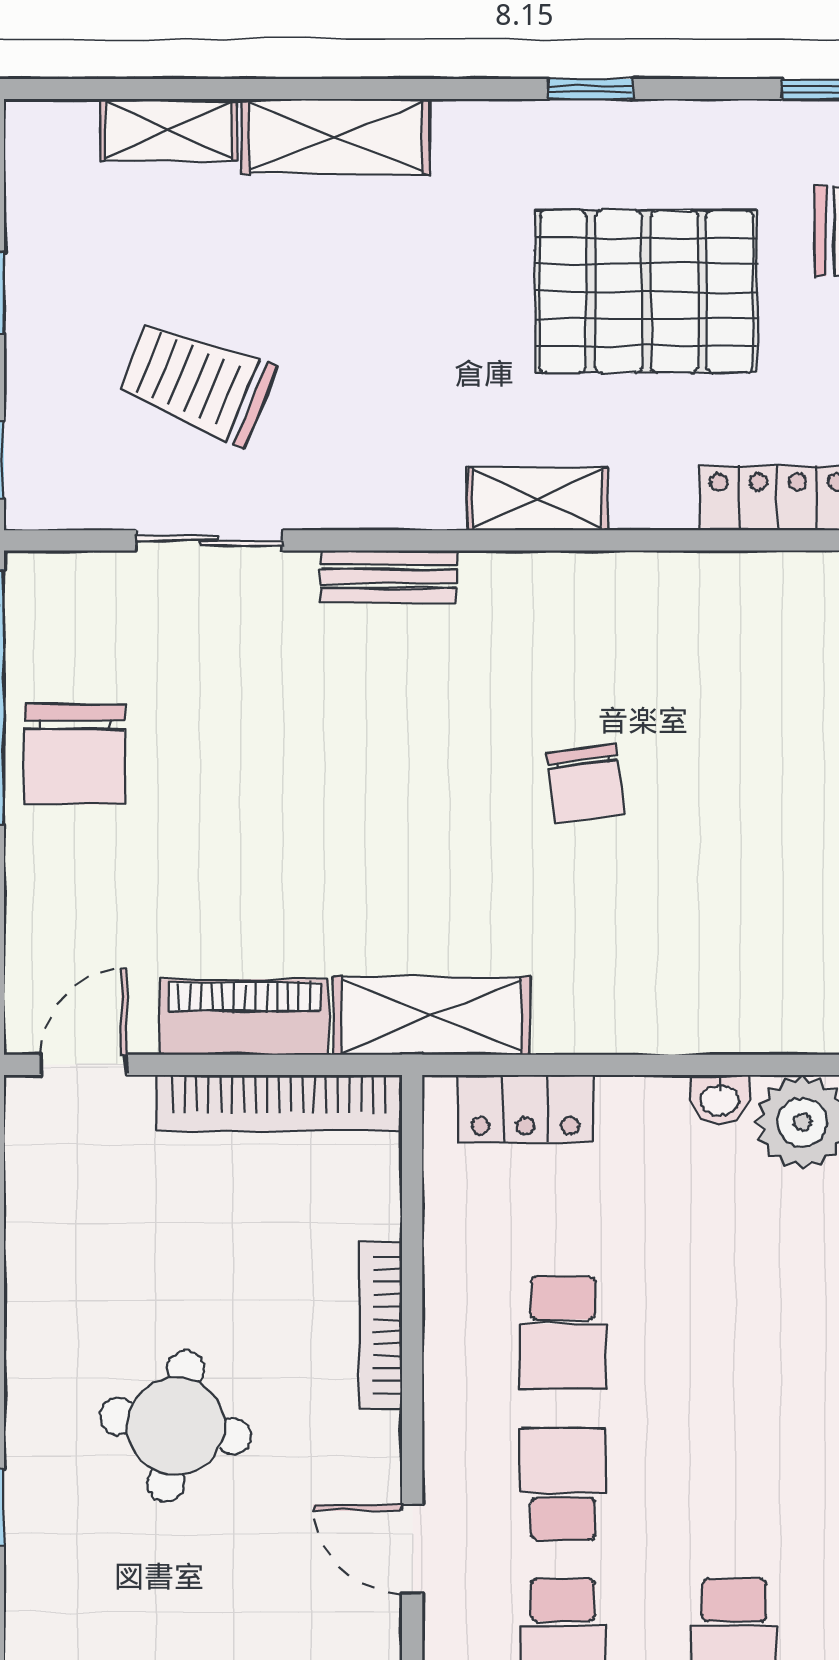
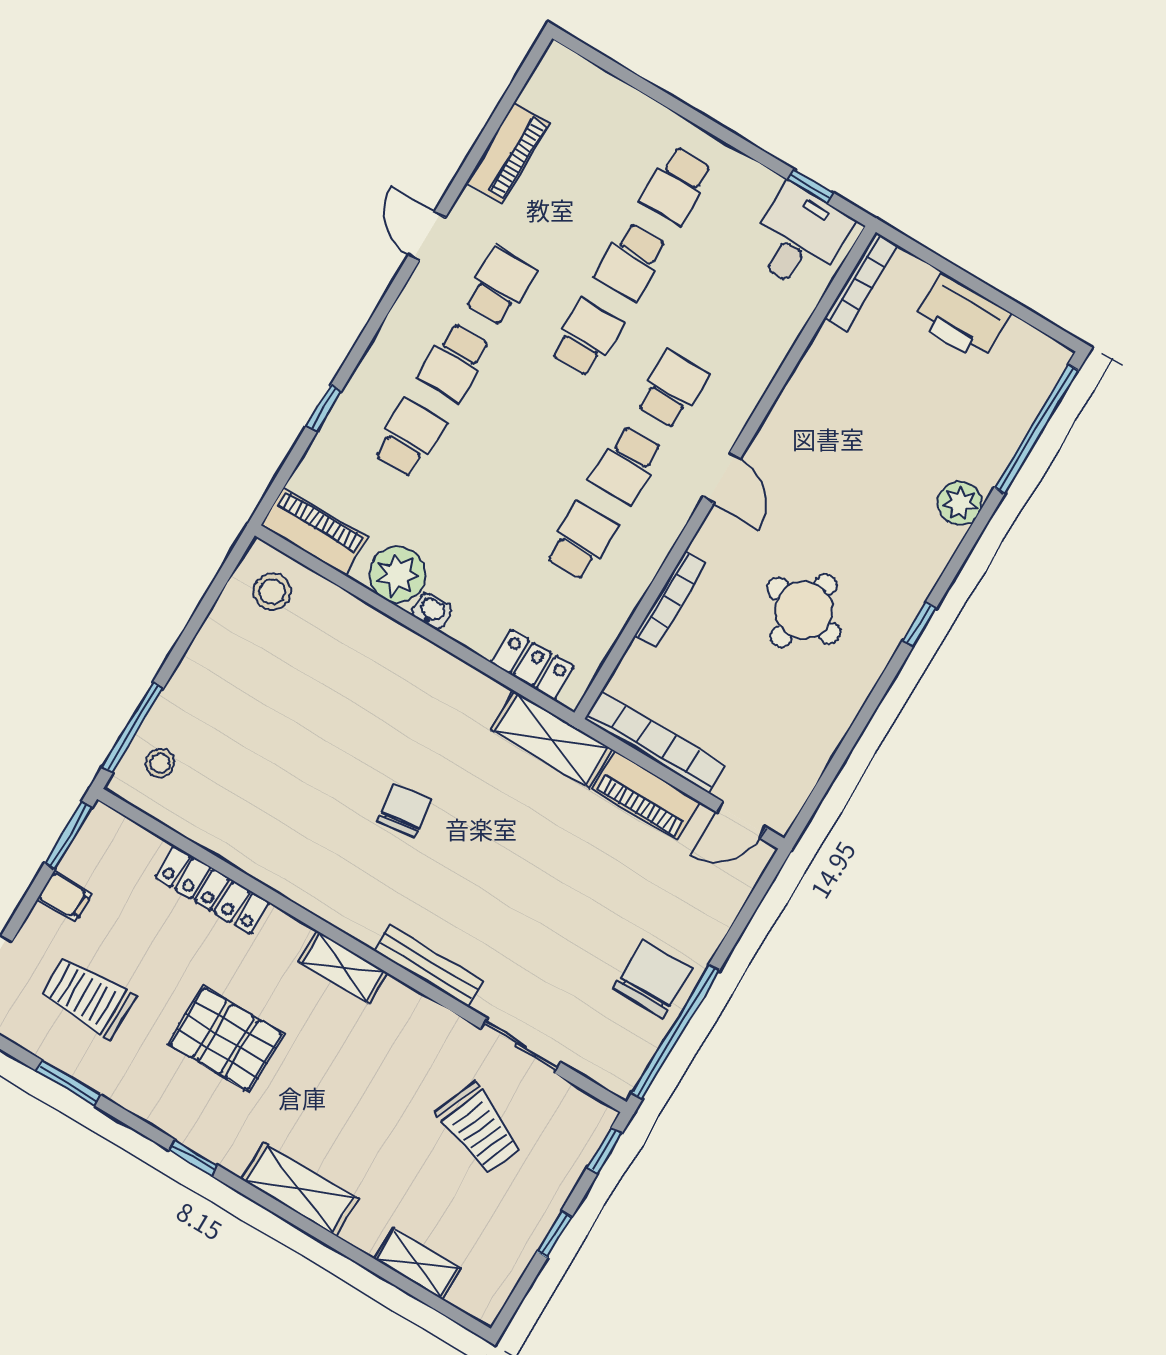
shelving: (336, 136) -> (300, 1189), moved
pallet: (646, 291) -> (226, 1039), width x0.73, depth x0.71
bench: (389, 576) -> (429, 966), width x1.36

